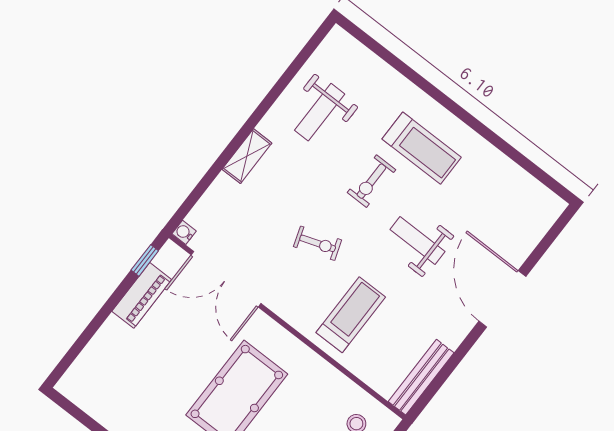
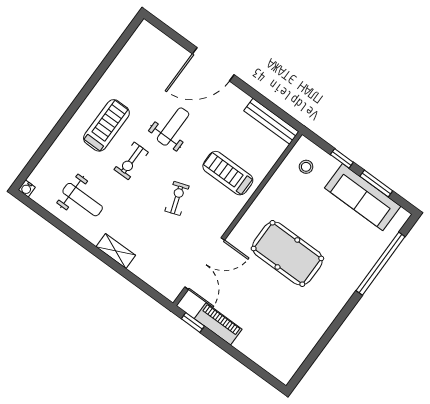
exercise bike: (371, 181) -> (131, 161), turned 90
water cooler: (184, 232) -> (27, 188), moved
weight bench: (418, 241) -> (173, 127), turned 180

